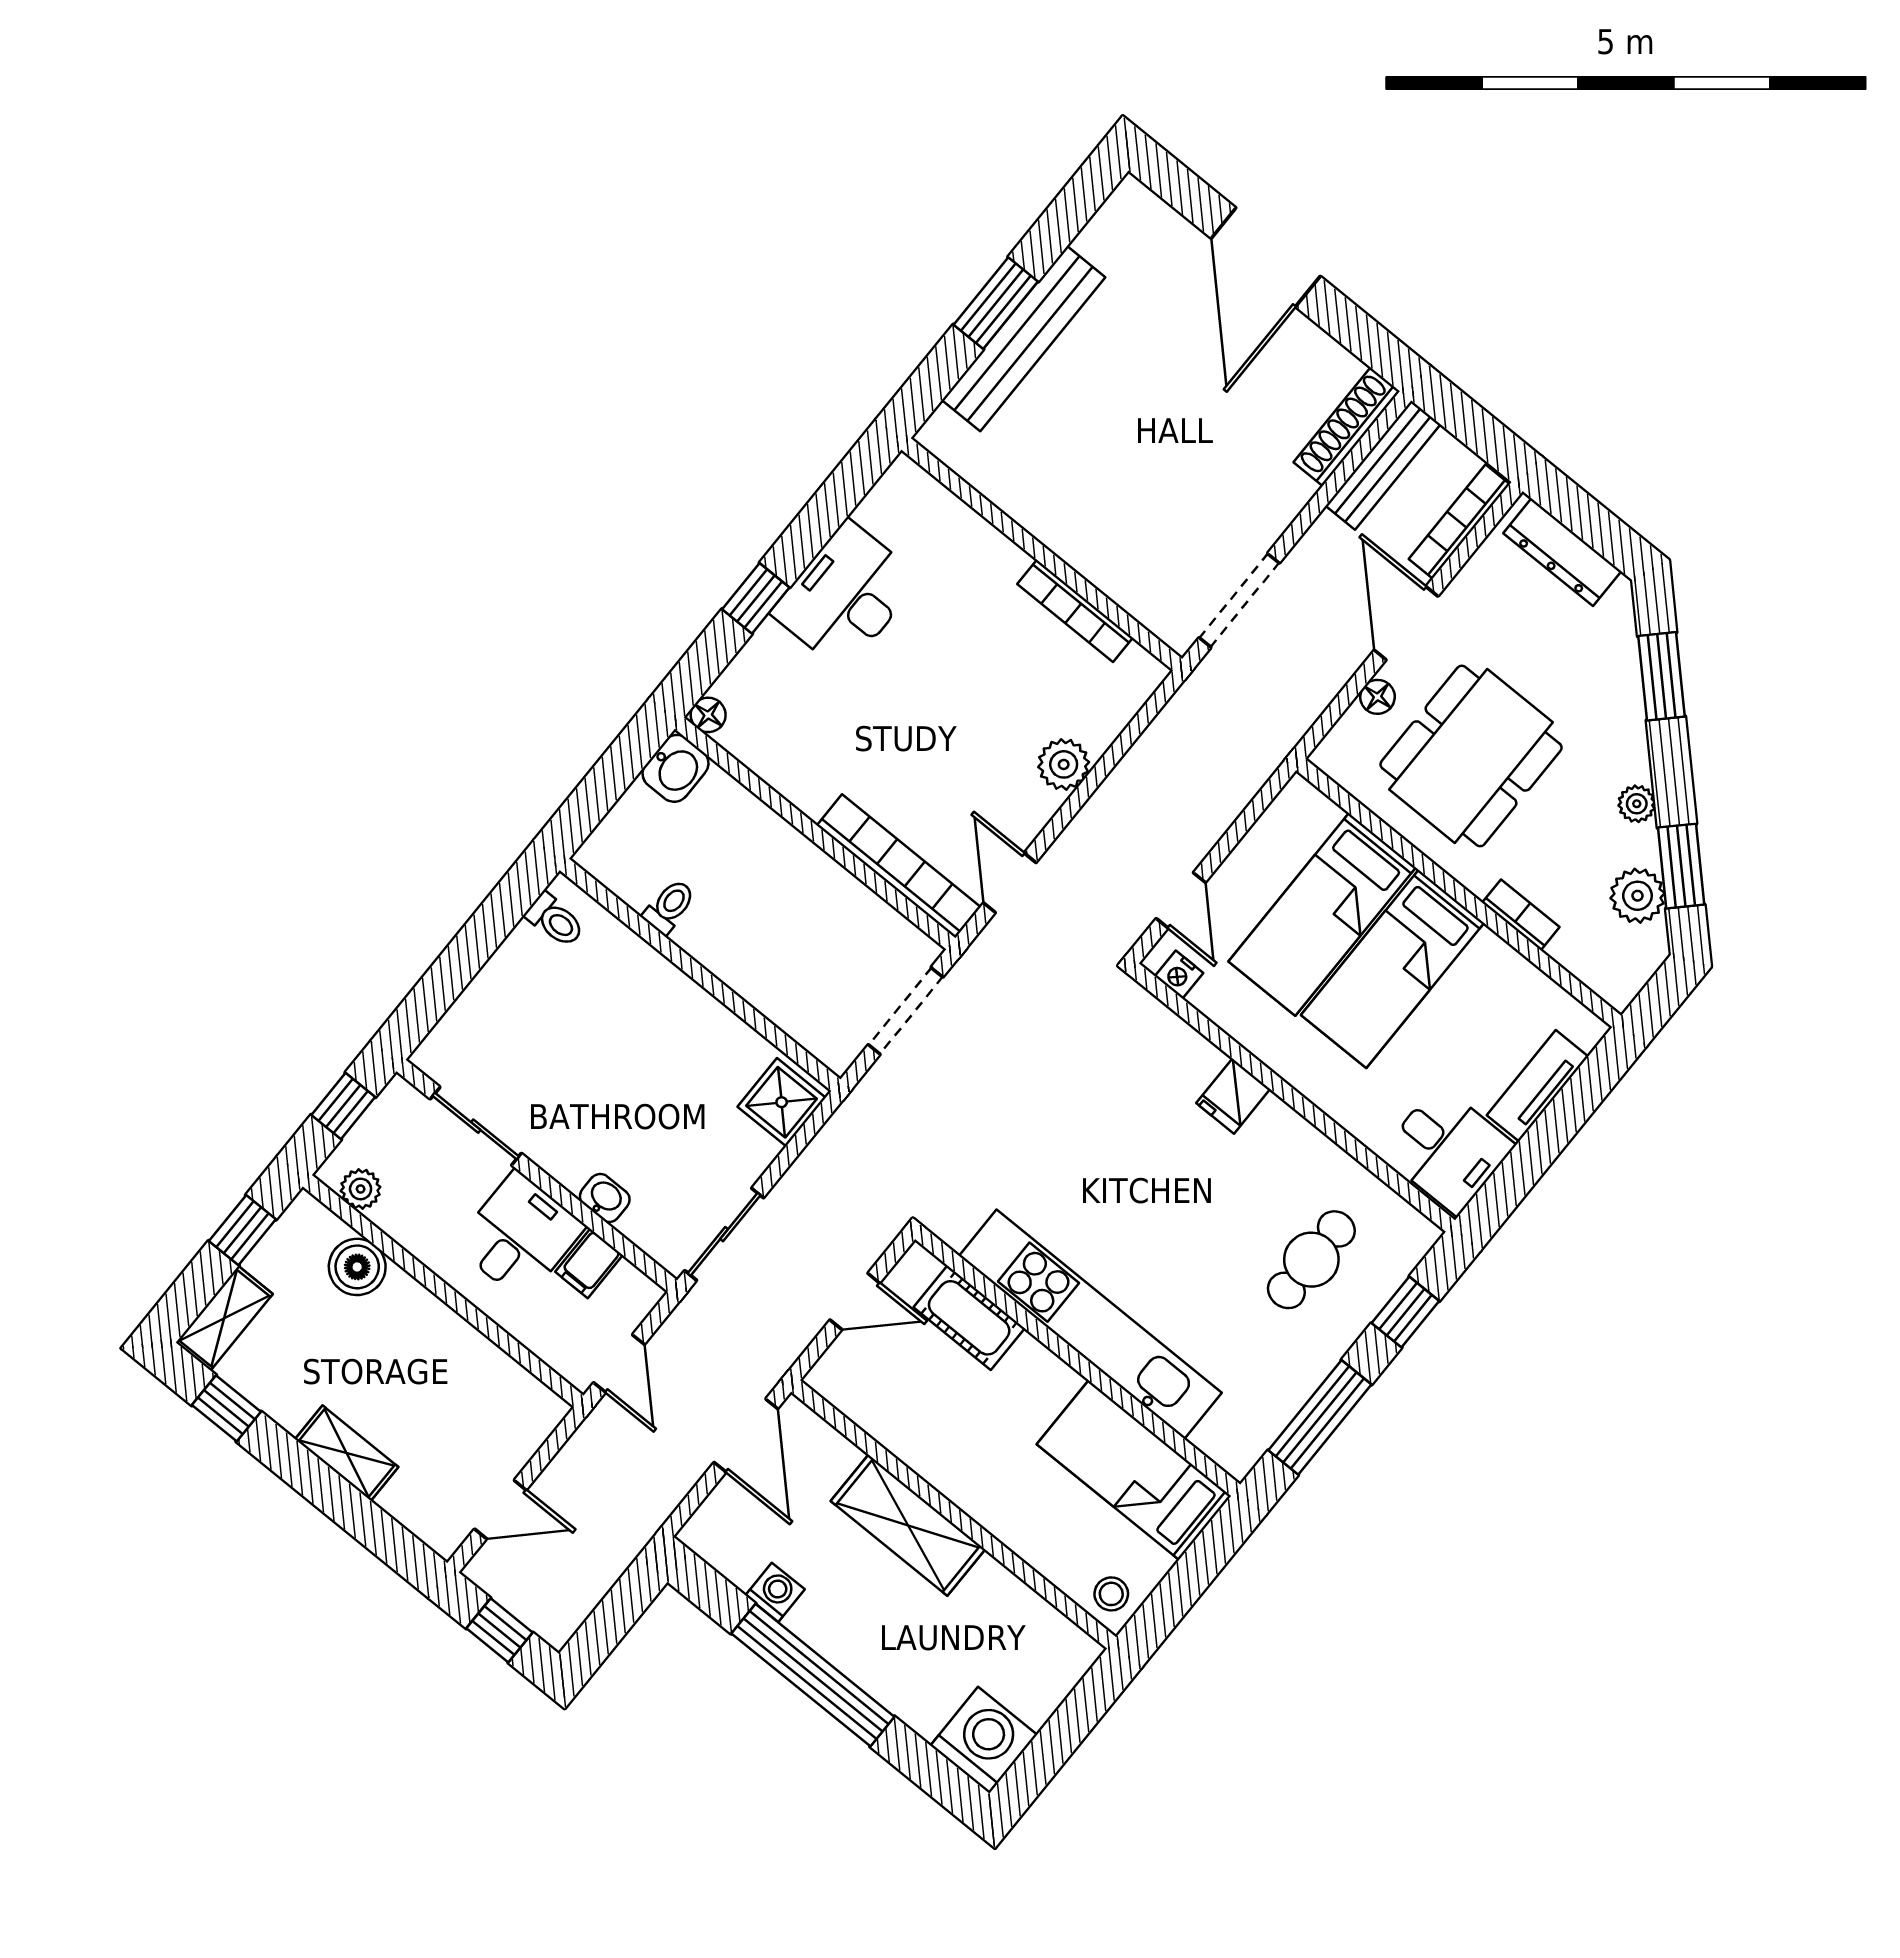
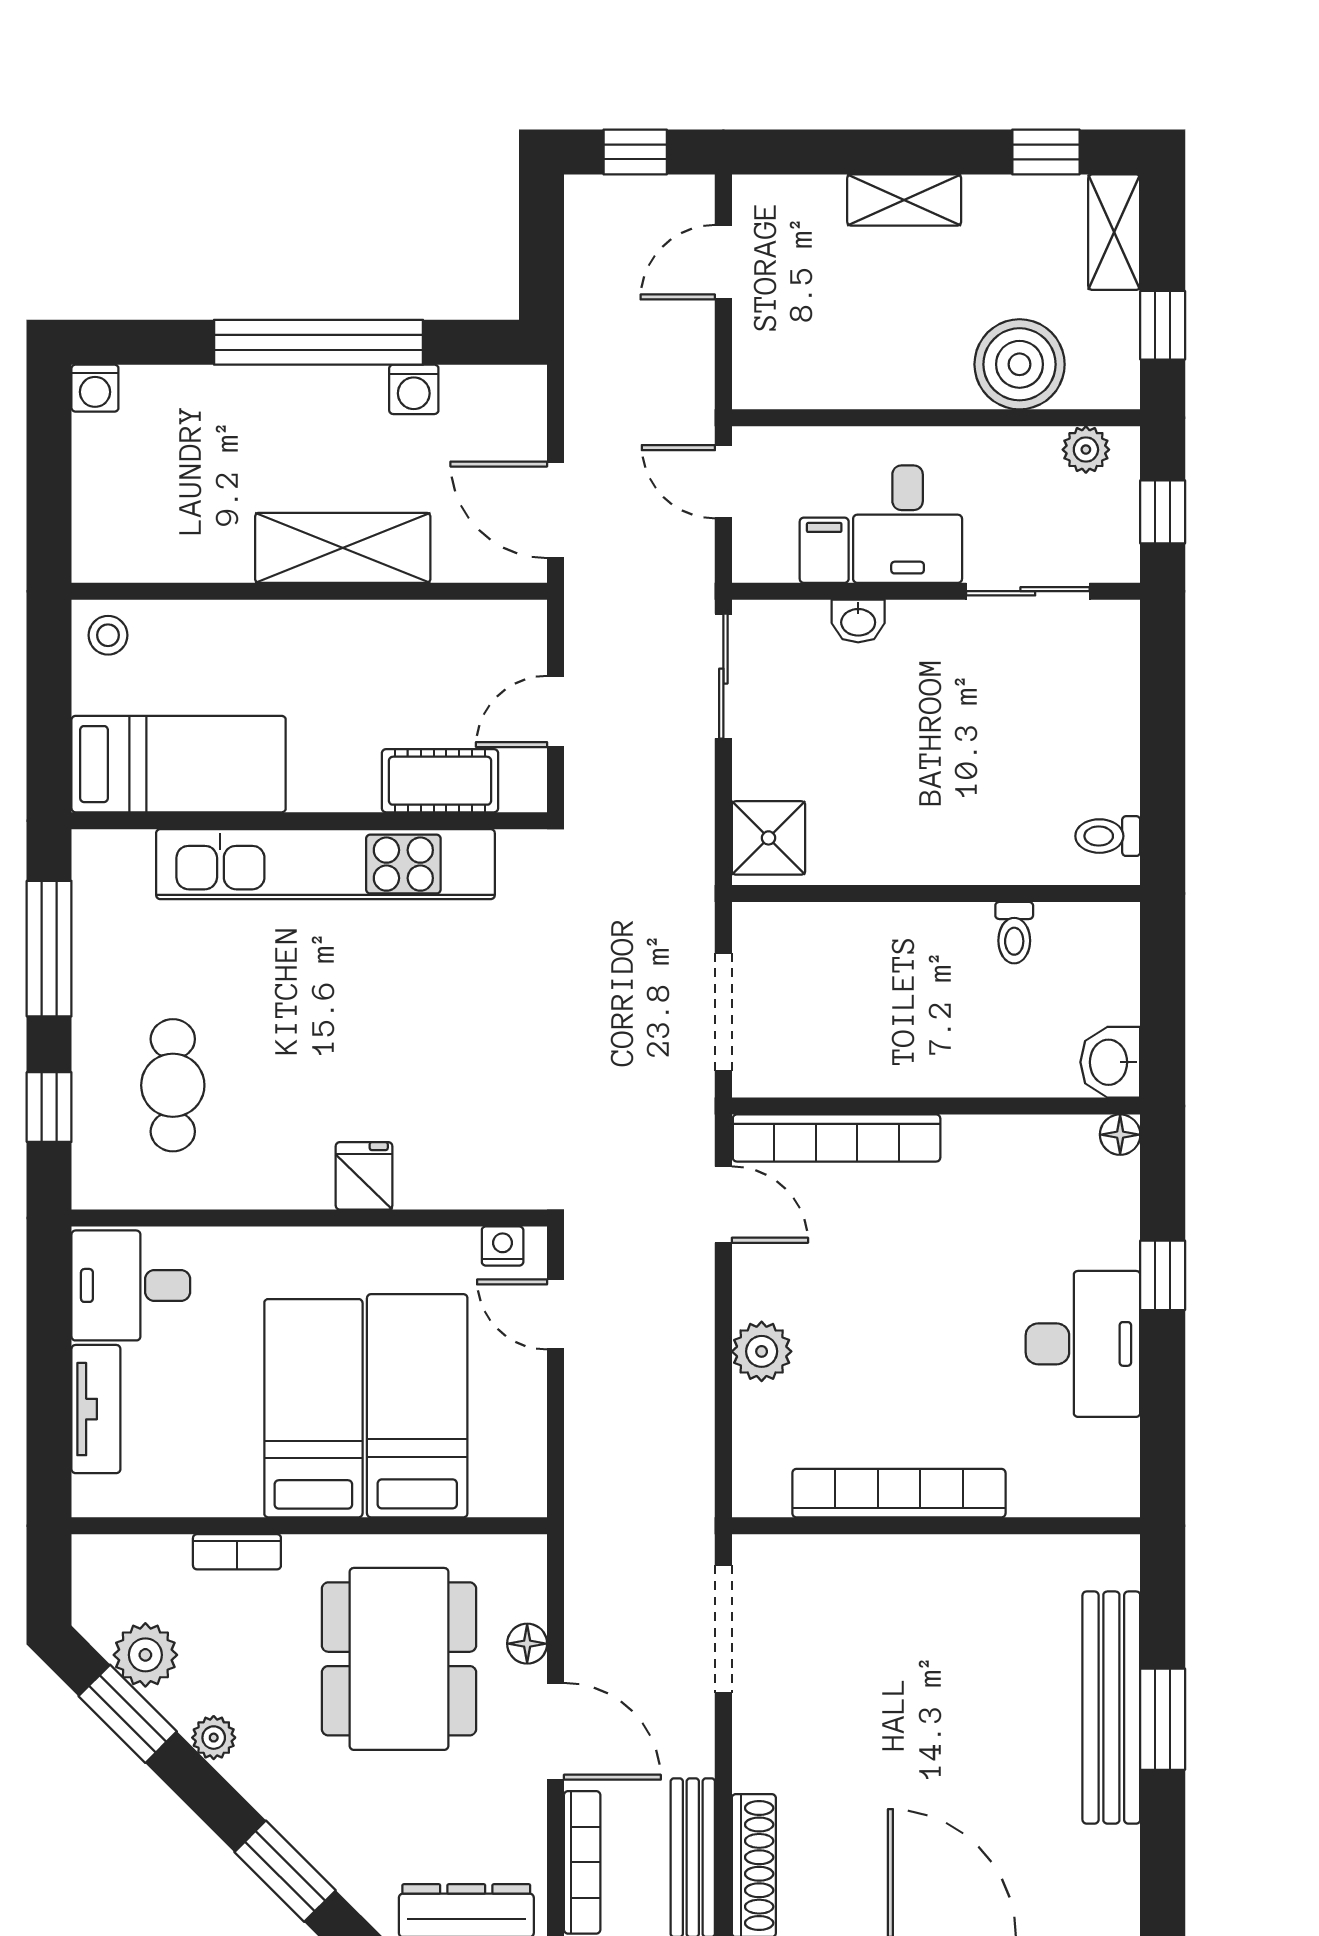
bookcase: (1075, 611) -> (899, 1493), width x1.48, depth x1.31
boiler: (357, 1267) -> (1020, 364), width x1.37, depth x1.37
washing machine: (984, 1740) -> (95, 388), width x0.53, depth x0.53

